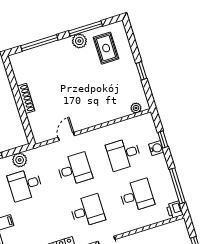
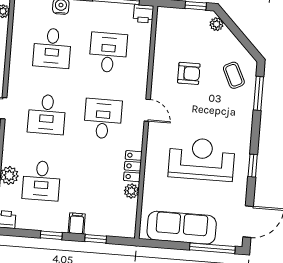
desk: (74, 169) -> (47, 114), turned 180

